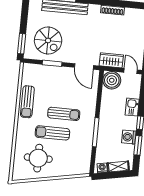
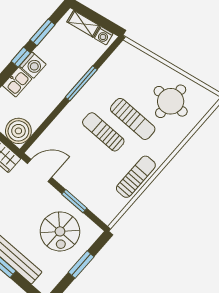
spiral stairs: (48, 40) -> (60, 231), turned 180
window: (22, 44) -> (81, 264), moved
door: (84, 66) -> (40, 171), hinge flipped
washing machine: (129, 137) -> (33, 65), moved

